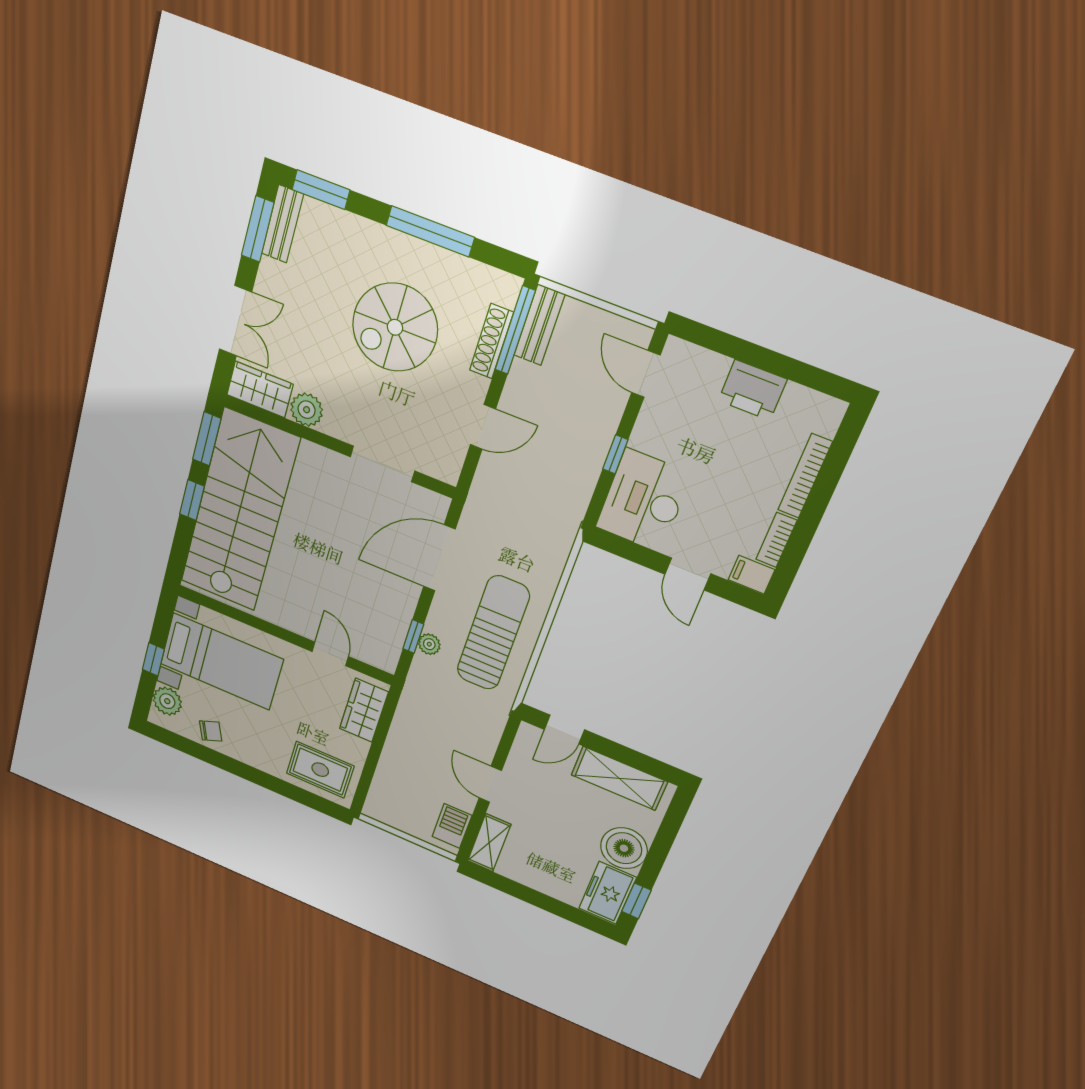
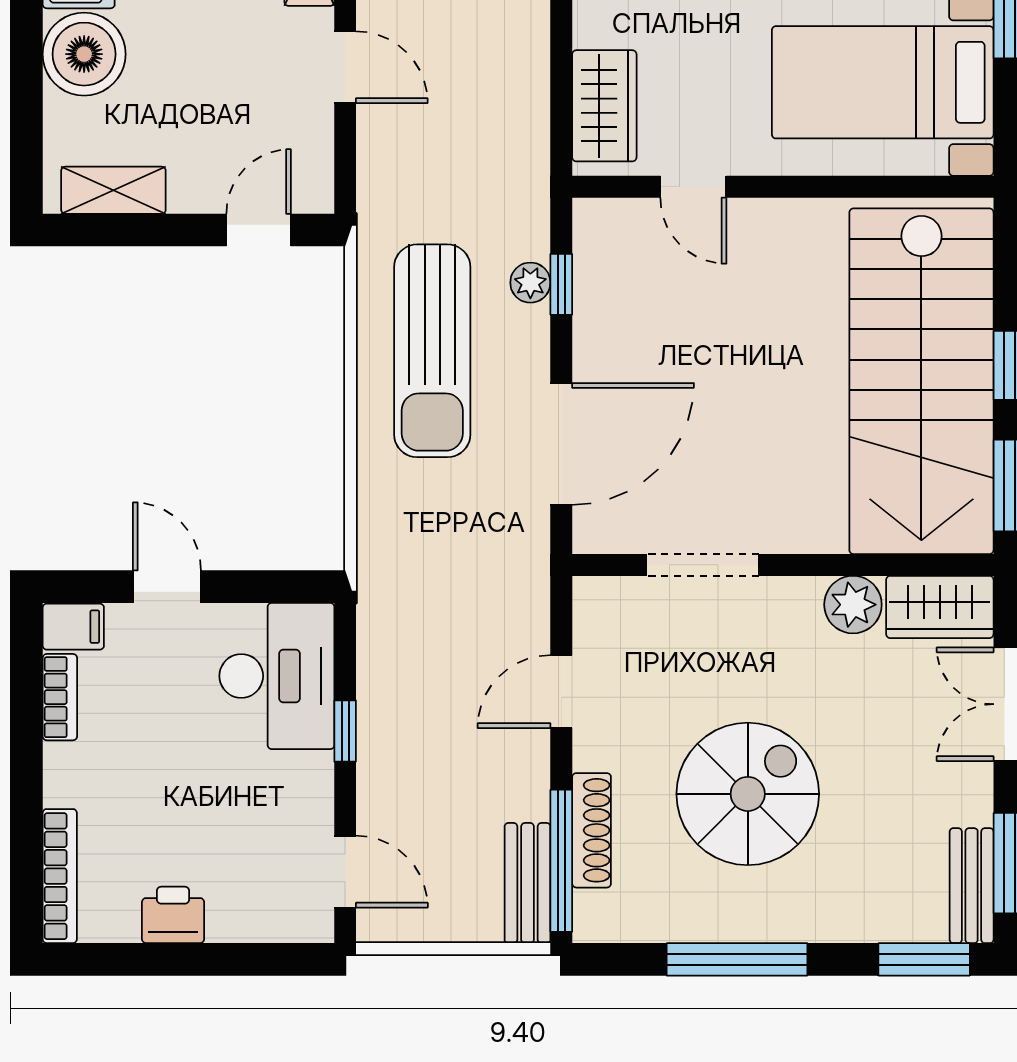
printer: (753, 390) -> (173, 915), width x0.73, depth x0.81
bookcase: (805, 476) -> (60, 876), moved
shelving: (619, 778) -> (113, 190), width x0.67, depth x0.75

